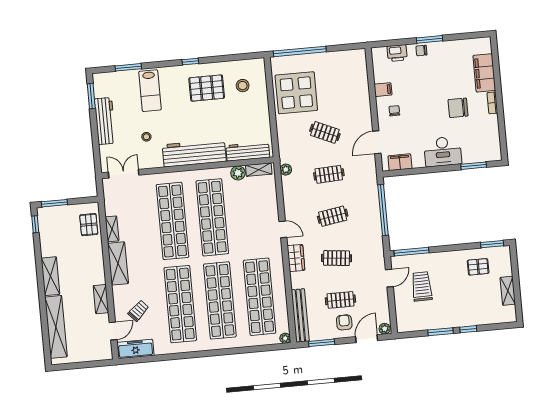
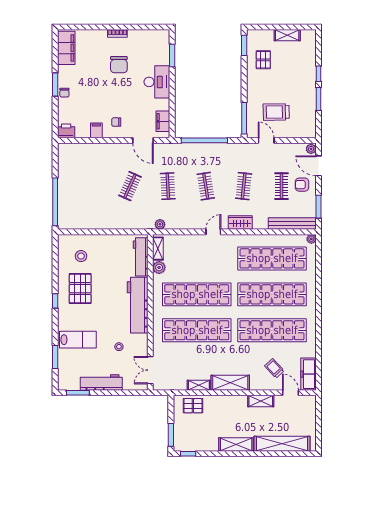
printer: (397, 53) -> (66, 131), moved, turned -90
filing cabinet: (484, 73) -> (66, 48), moved, turned -90
display table: (296, 93) -> (92, 208), removed

